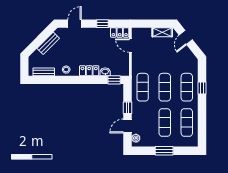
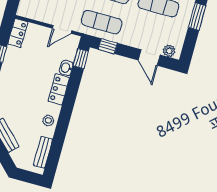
door: (130, 46) -> (62, 29), moved
window: (128, 108) -> (108, 46), moved

